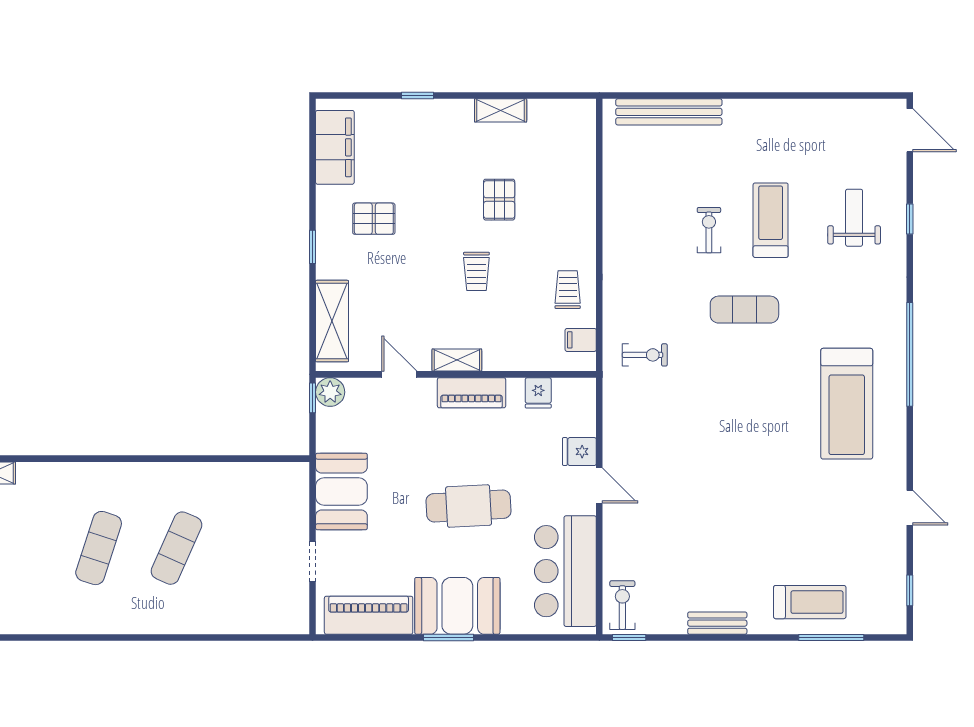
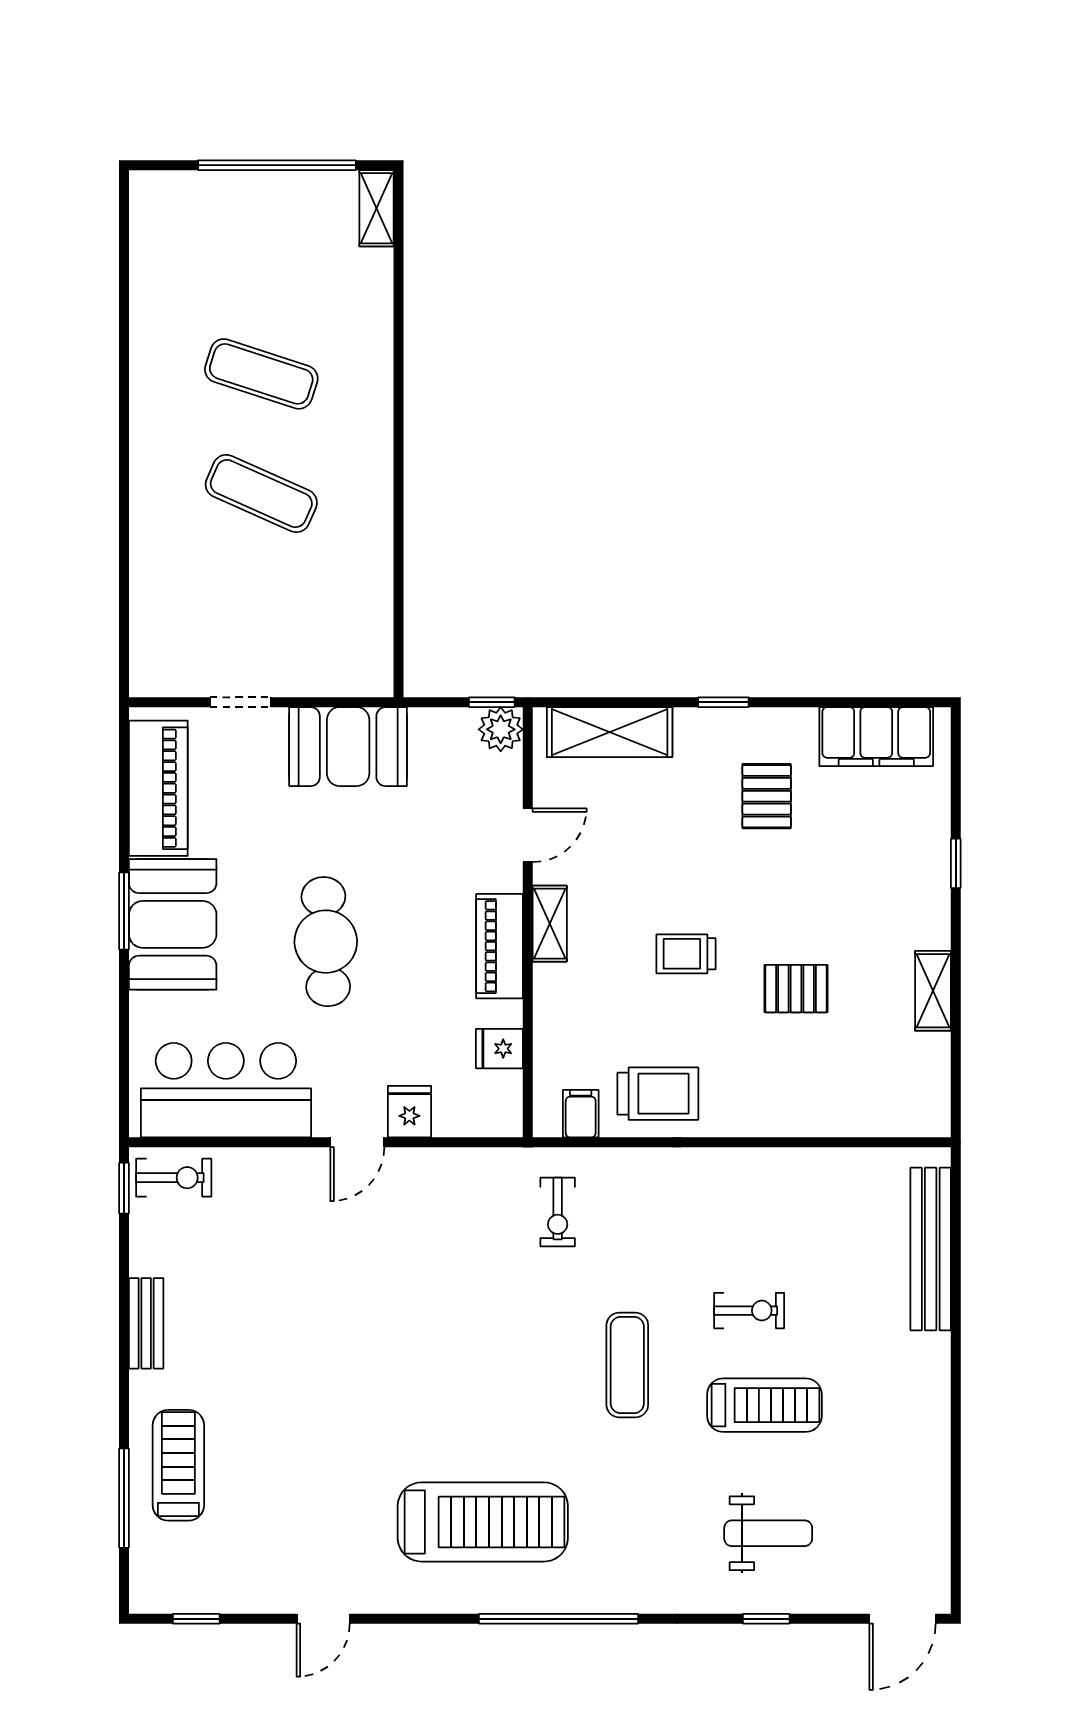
trolley: (568, 290) -> (658, 1094), width x1.36, depth x1.39
treadmill: (847, 404) -> (483, 1522), turned 180
treadmill: (810, 602) -> (178, 1465), turned 180

